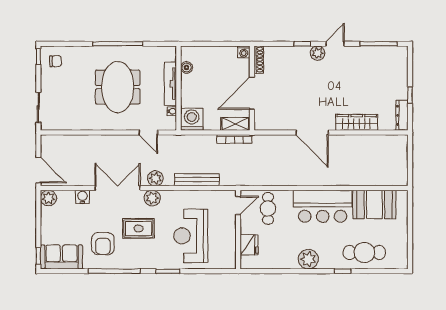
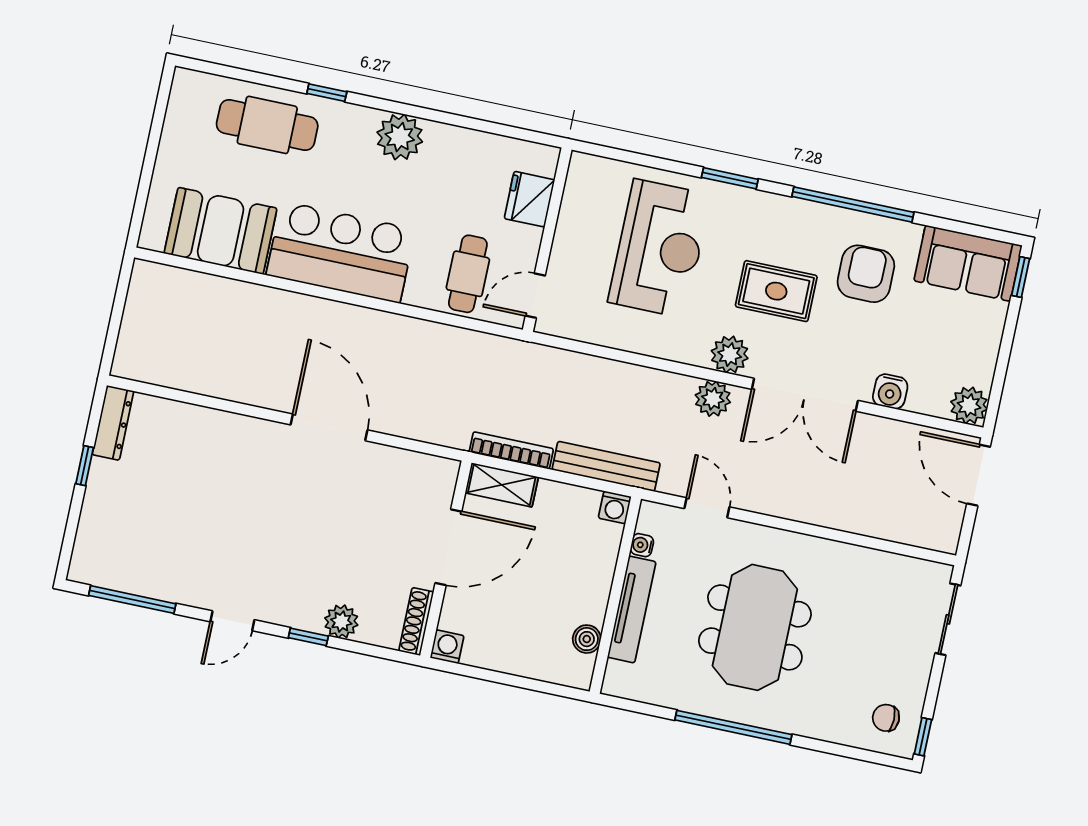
plant: (318, 53) -> (341, 622), moved
washing machine: (192, 119) -> (615, 507), width x0.53, depth x0.53
wardrobe: (357, 122) -> (221, 429), removed
bench: (197, 180) -> (606, 466), moved

